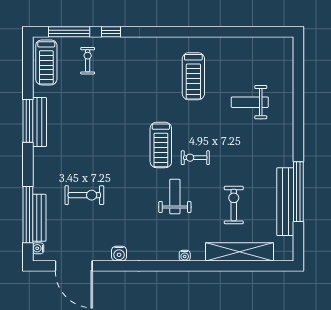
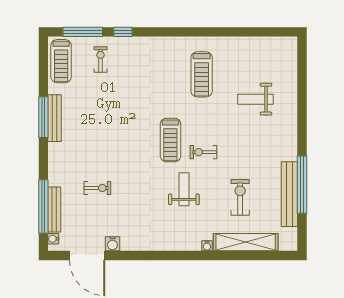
exercise bike: (84, 195) -> (97, 188), width x0.73, depth x0.72
water cooler: (119, 254) -> (112, 244), moved
water cooler: (185, 256) -> (207, 246), moved

